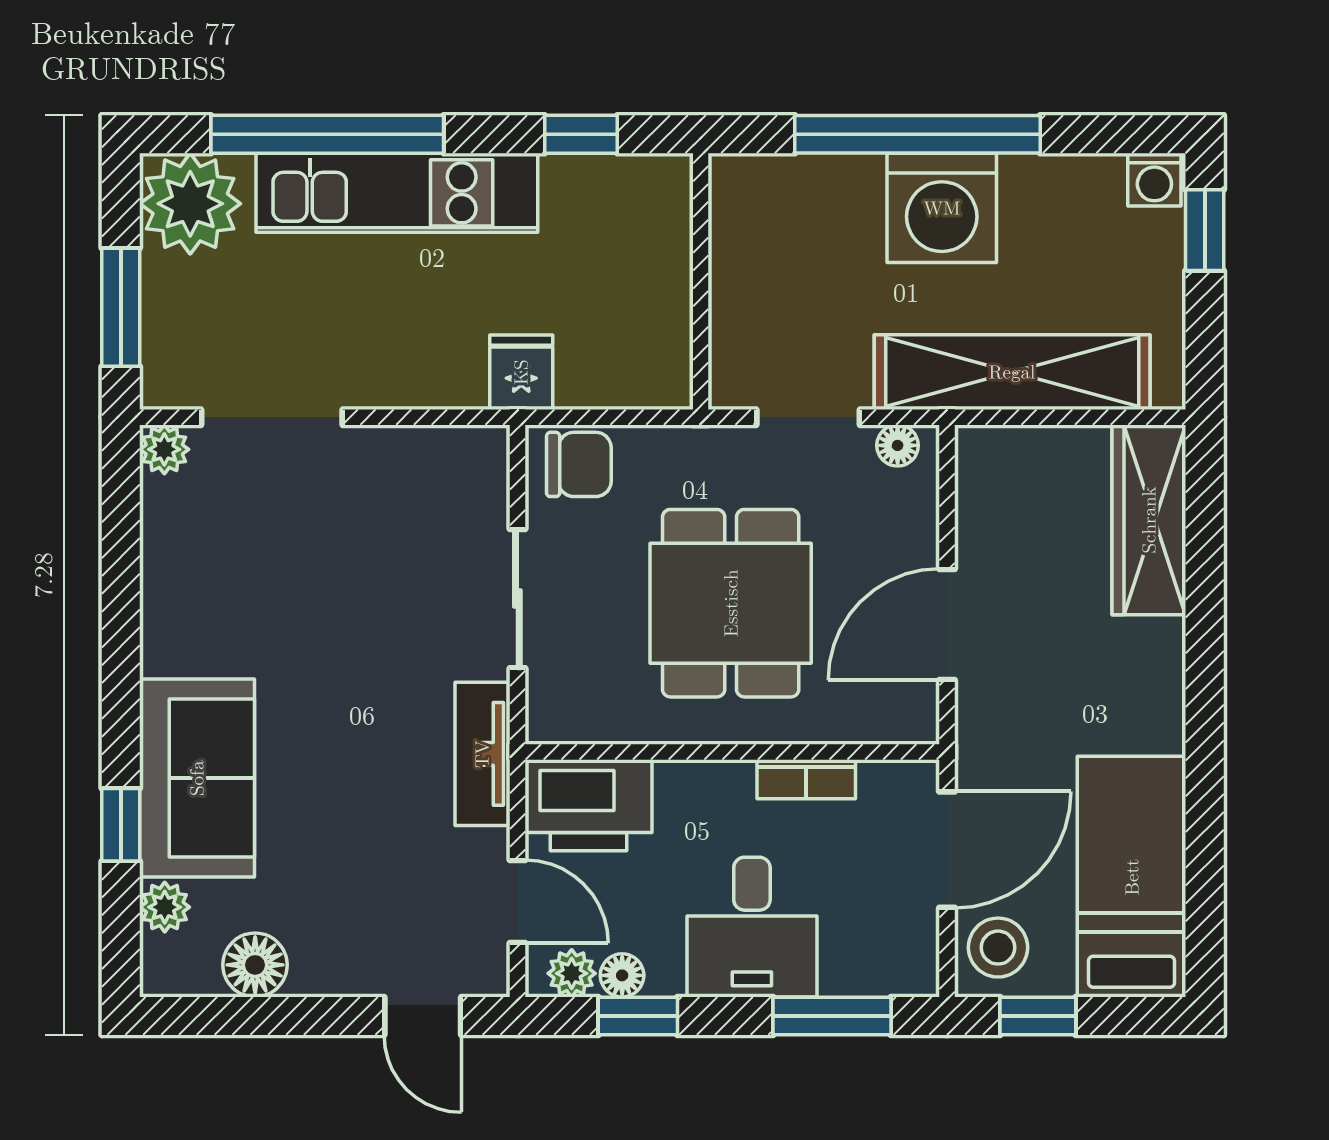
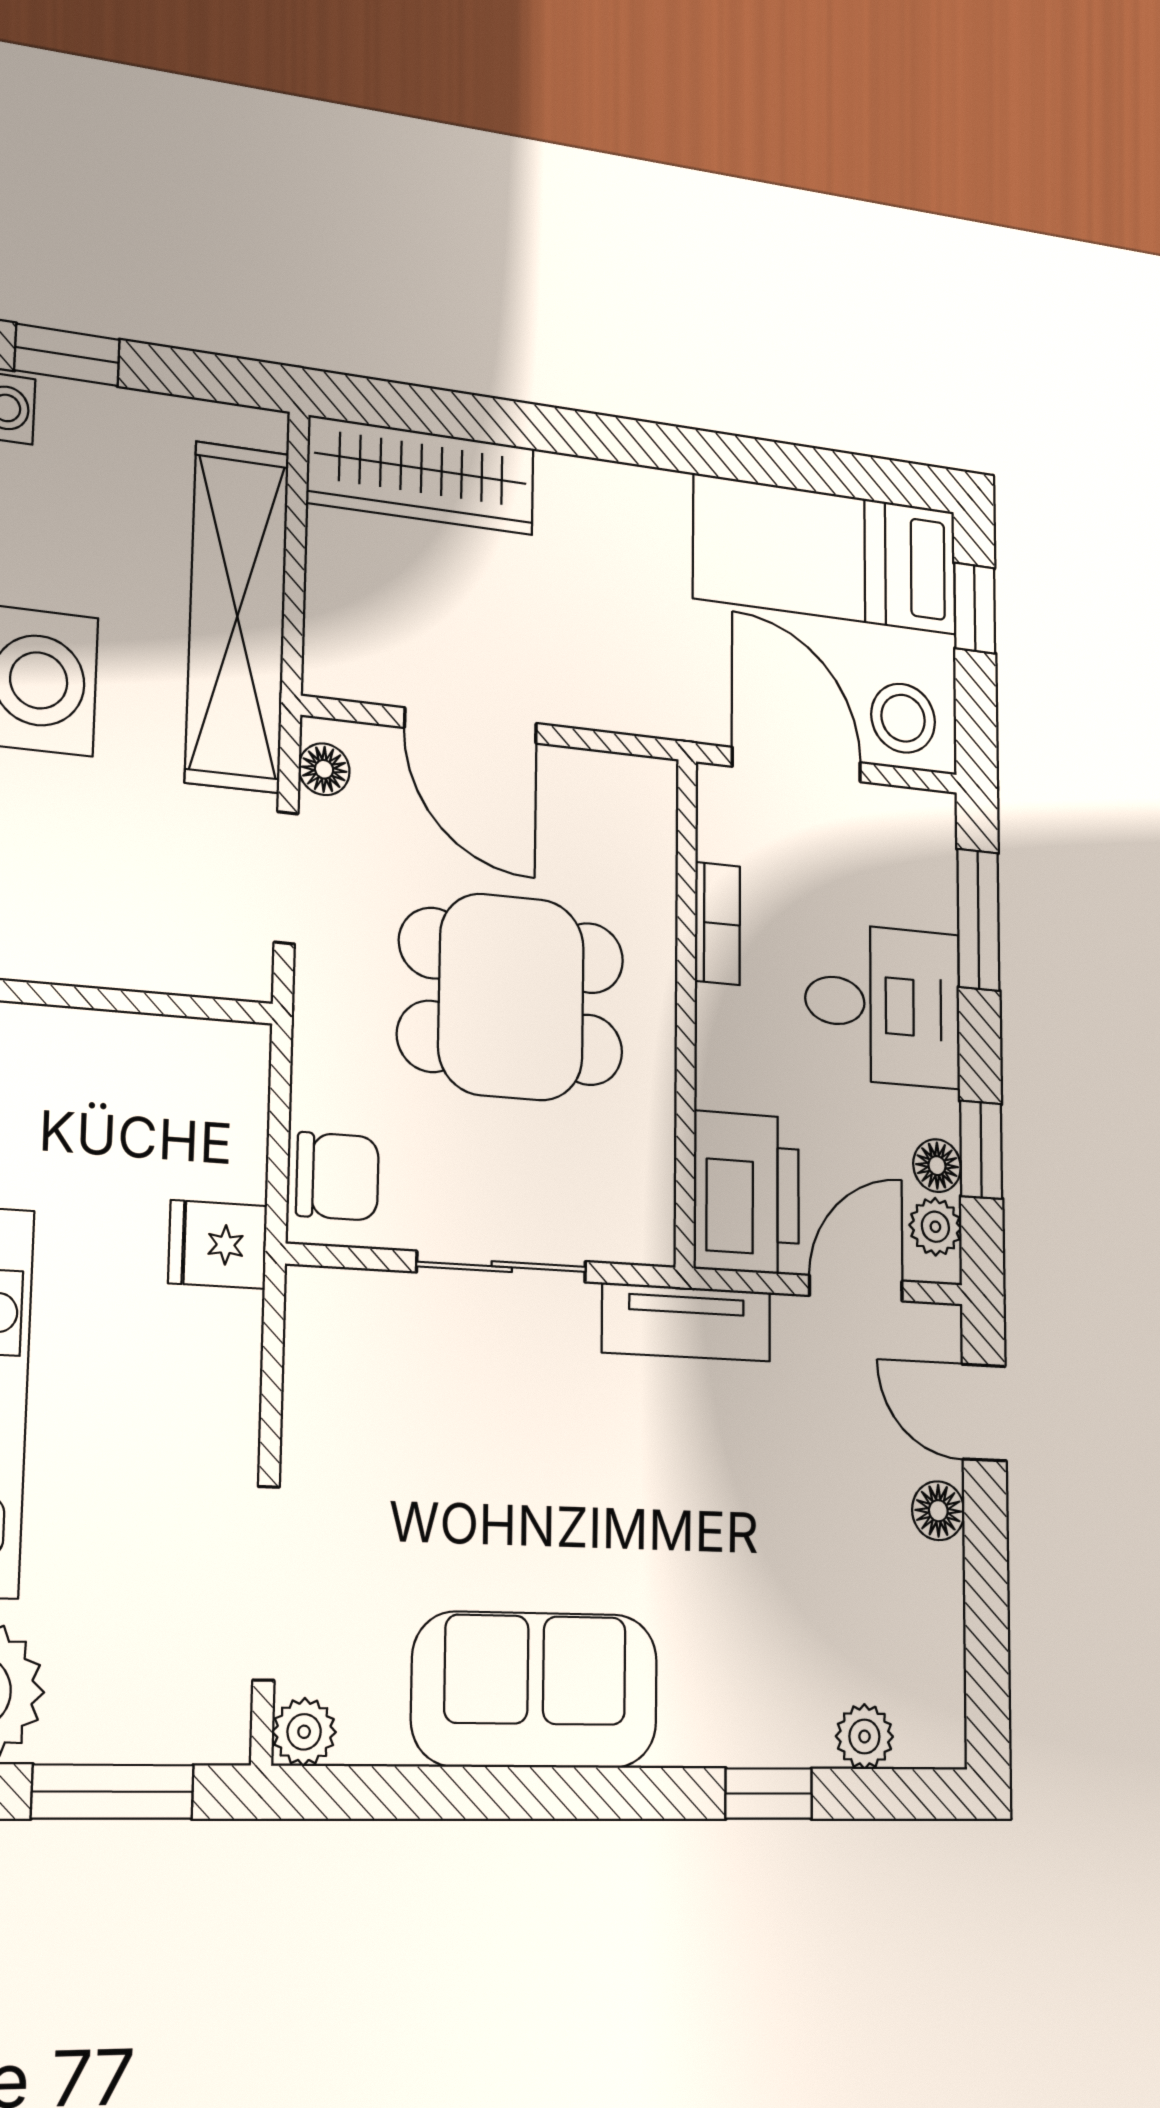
chair: (579, 464) -> (337, 1176), turned 90
door: (947, 624) -> (471, 726), moved
sofa: (197, 778) -> (535, 1690), moved
floor lamp: (255, 965) -> (938, 1511), moved, width x0.73, depth x0.73
door: (423, 1016) -> (984, 1412), swing flipped
window: (1038, 1016) -> (975, 608), moved

